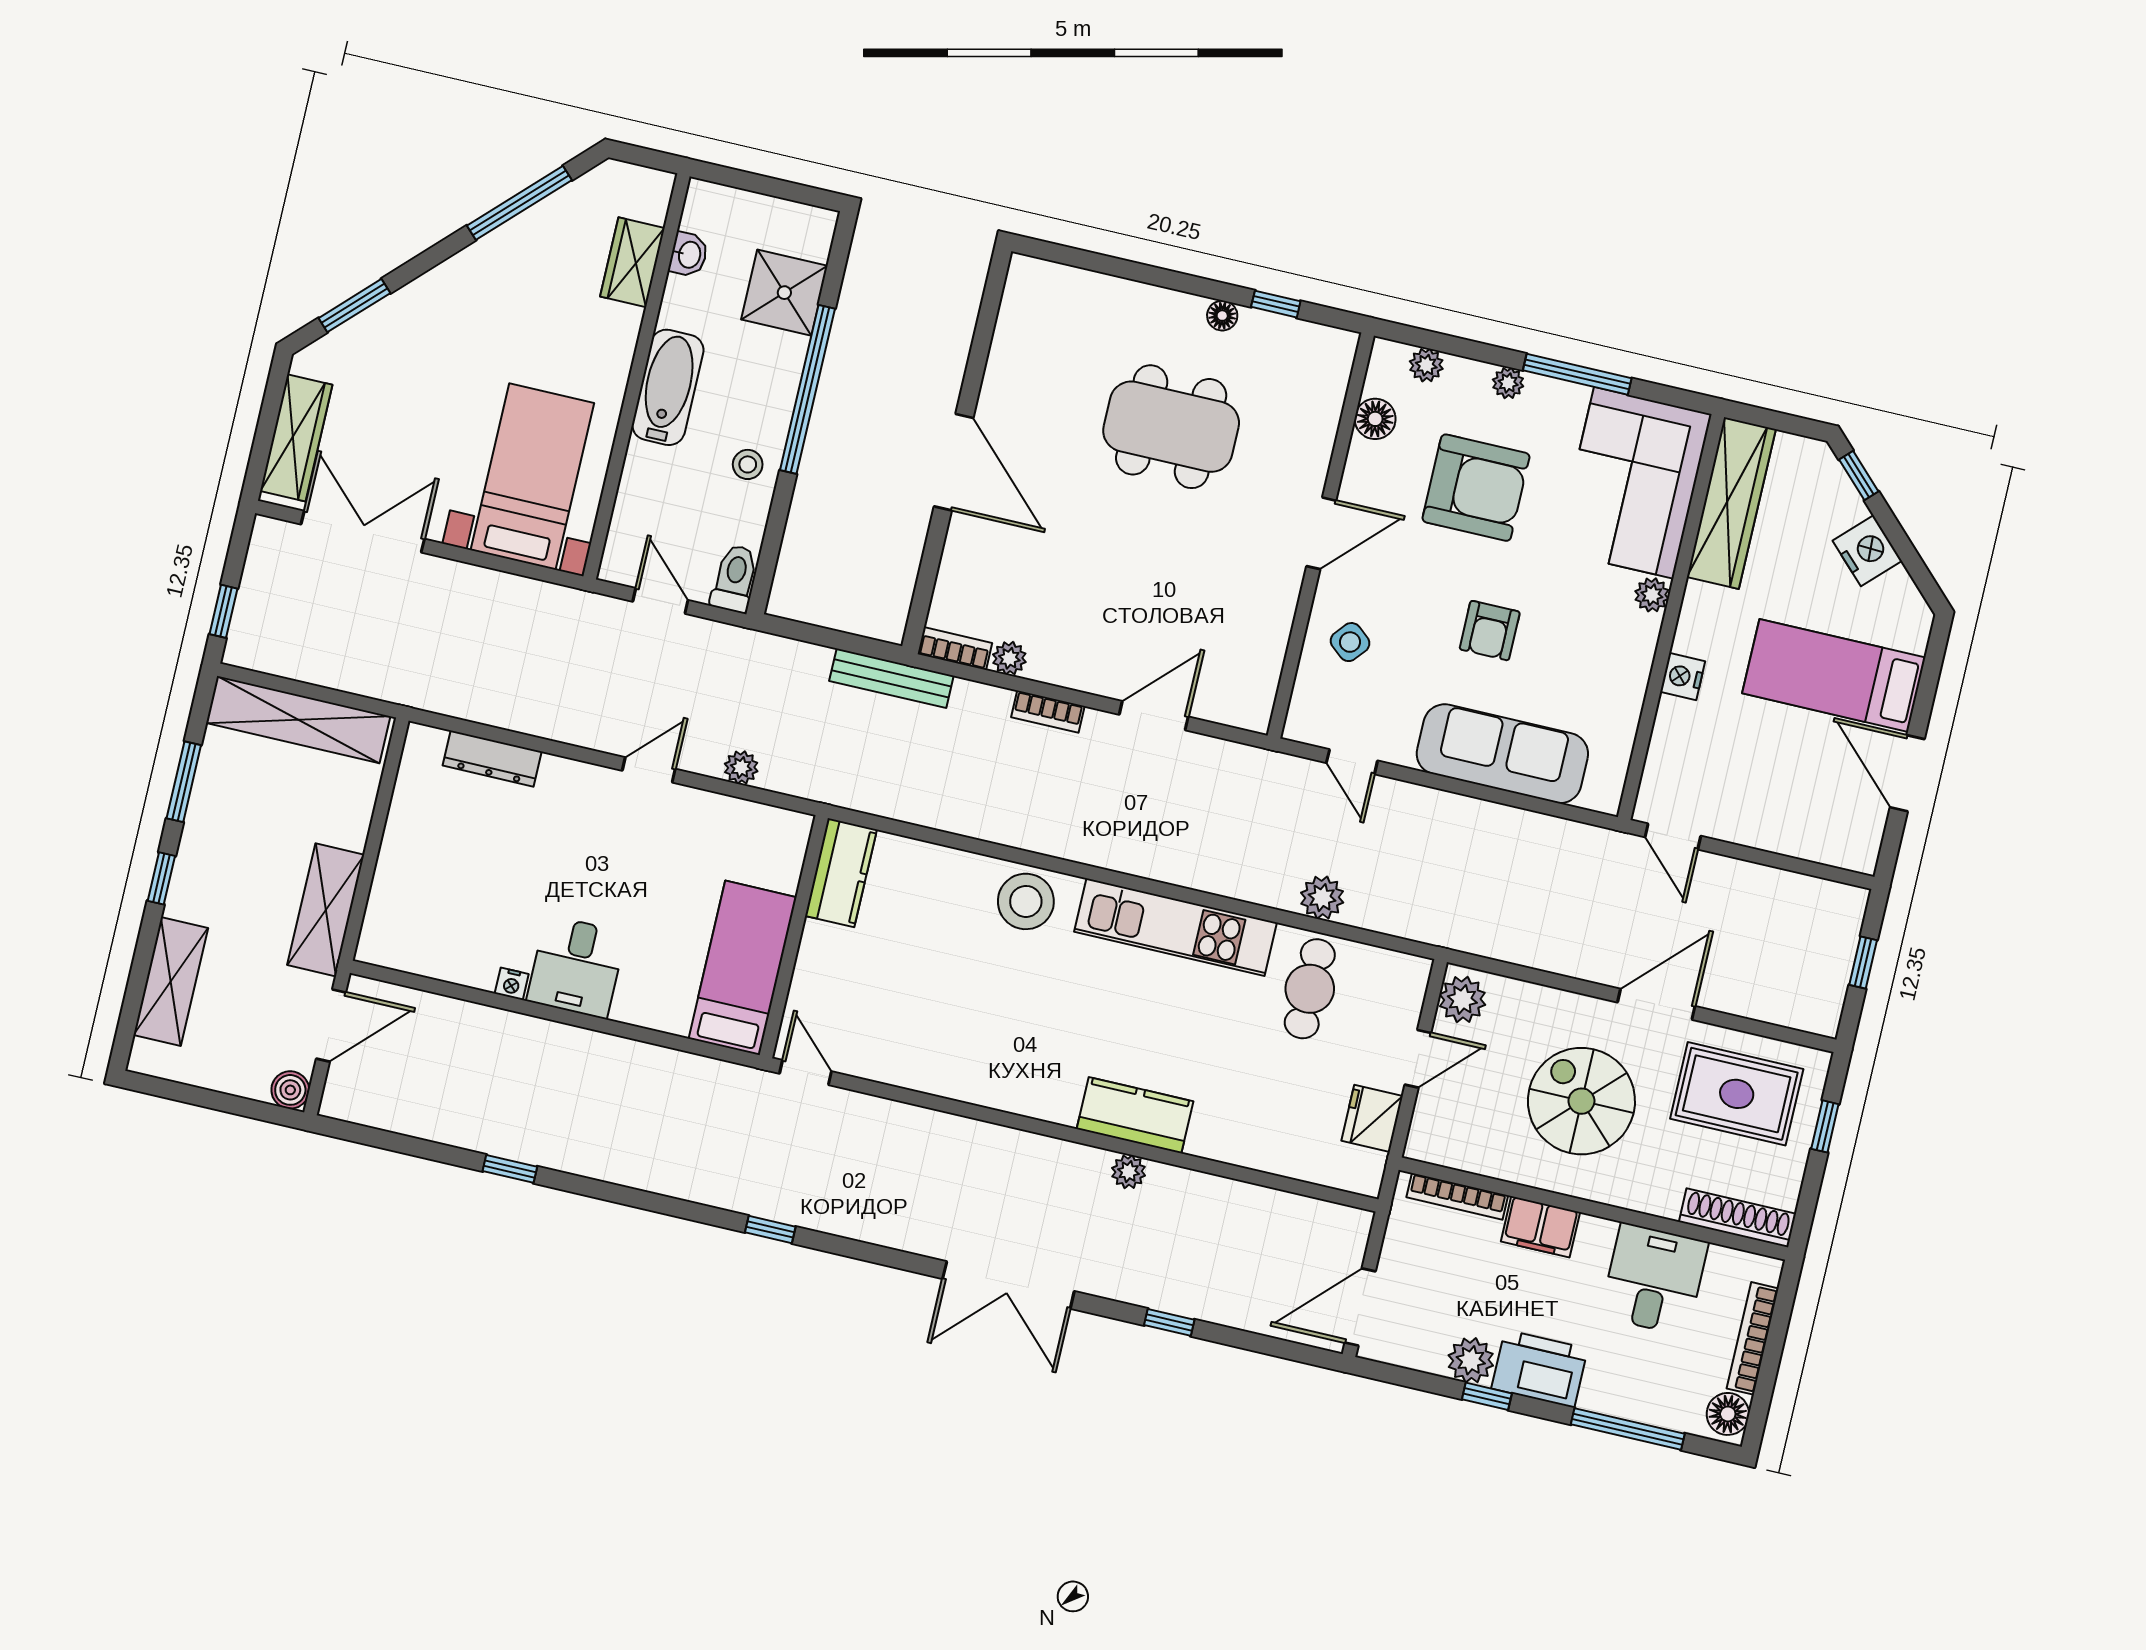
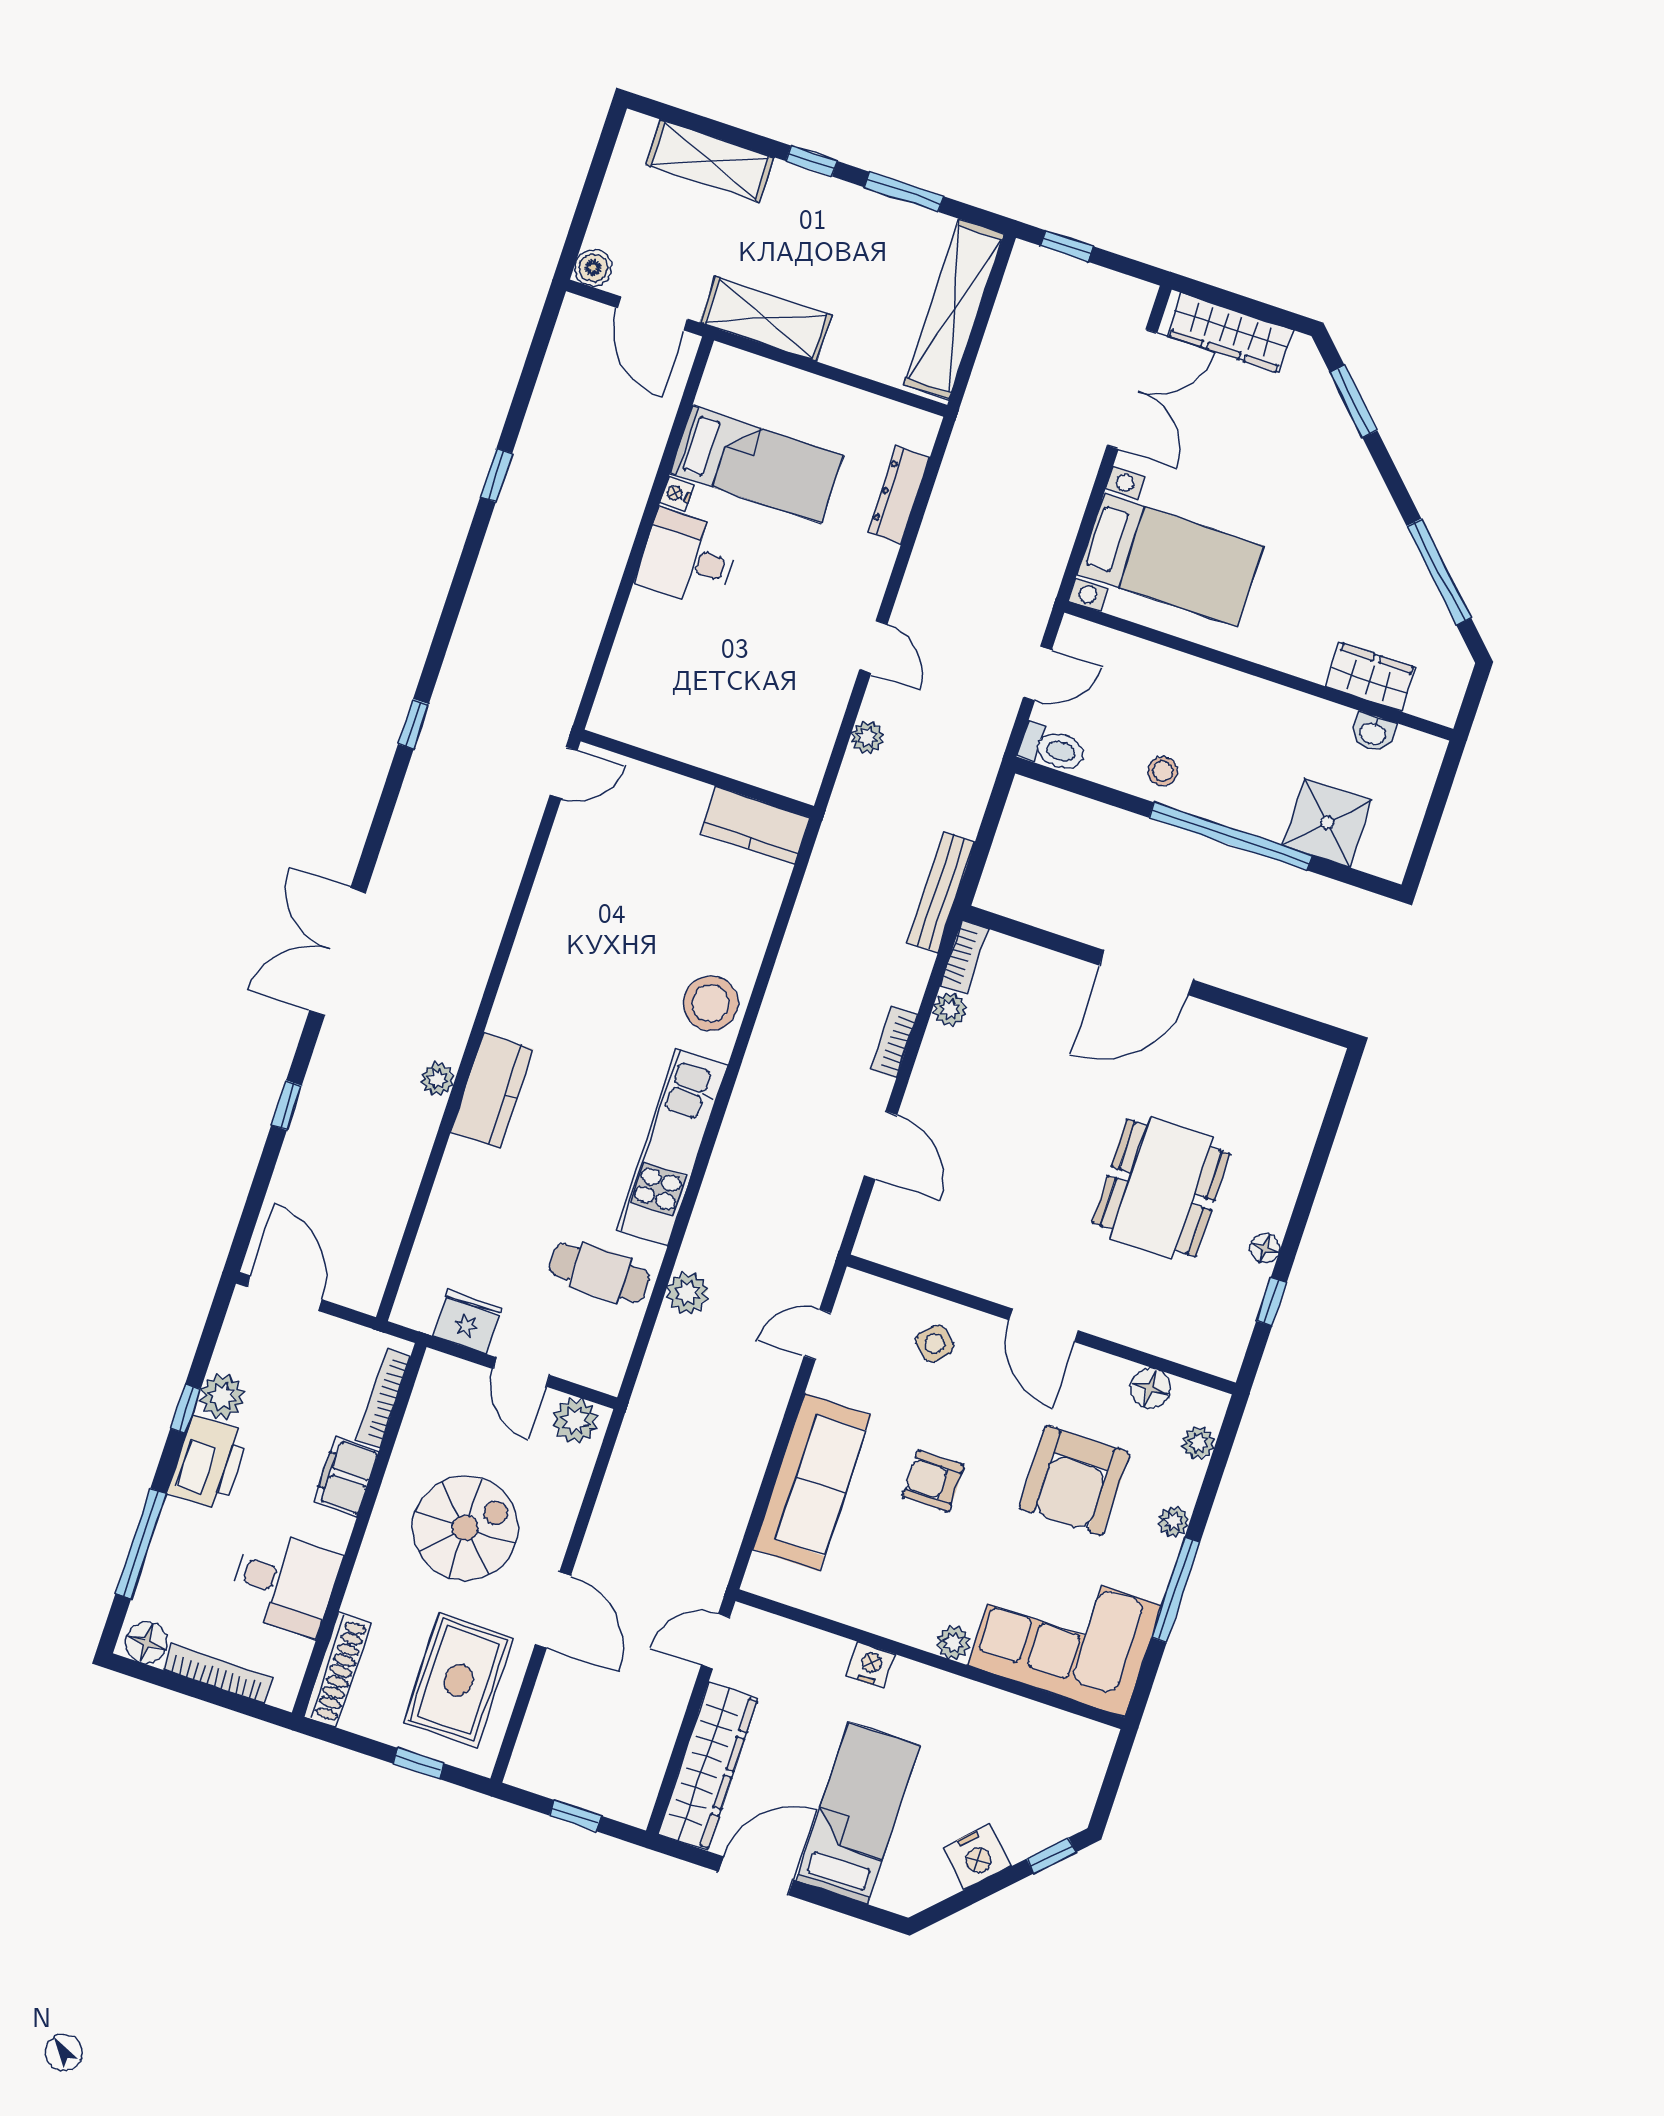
bathtub: (668, 387) -> (1245, 700), removed
wardrobe: (1731, 503) -> (708, 1766), moved, turned -90
bed: (743, 968) -> (757, 464), moved

